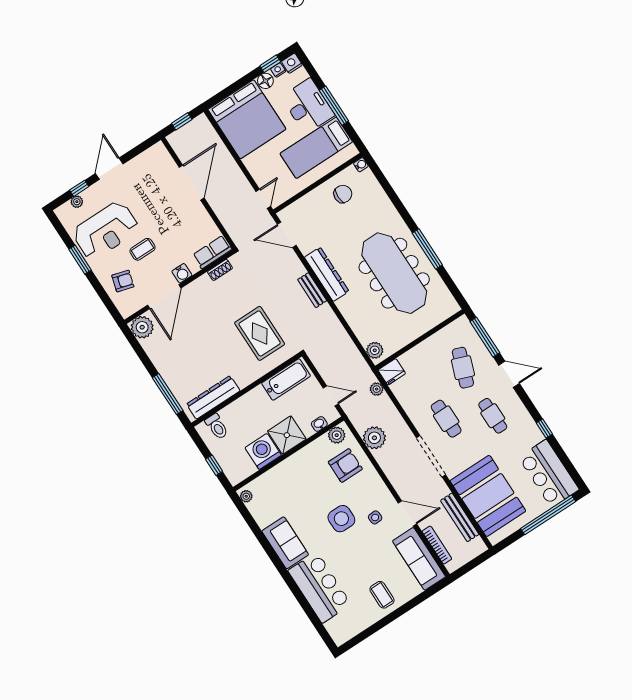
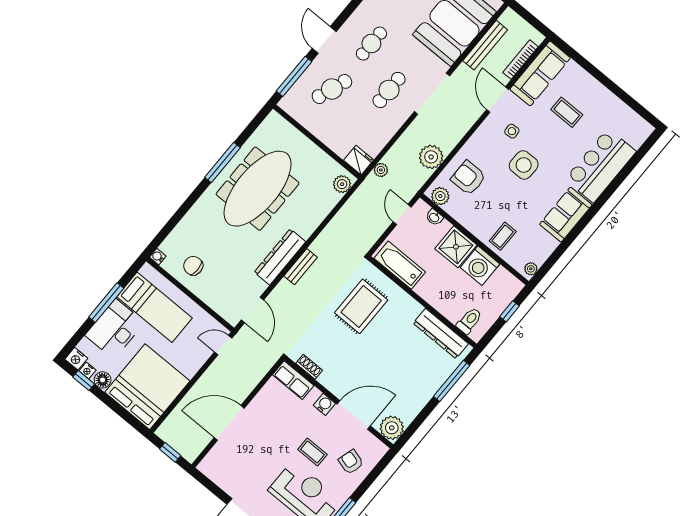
coffee table: (283, 480) -> (503, 236), added
coffee table: (382, 595) -> (567, 112), moved, turned 90

